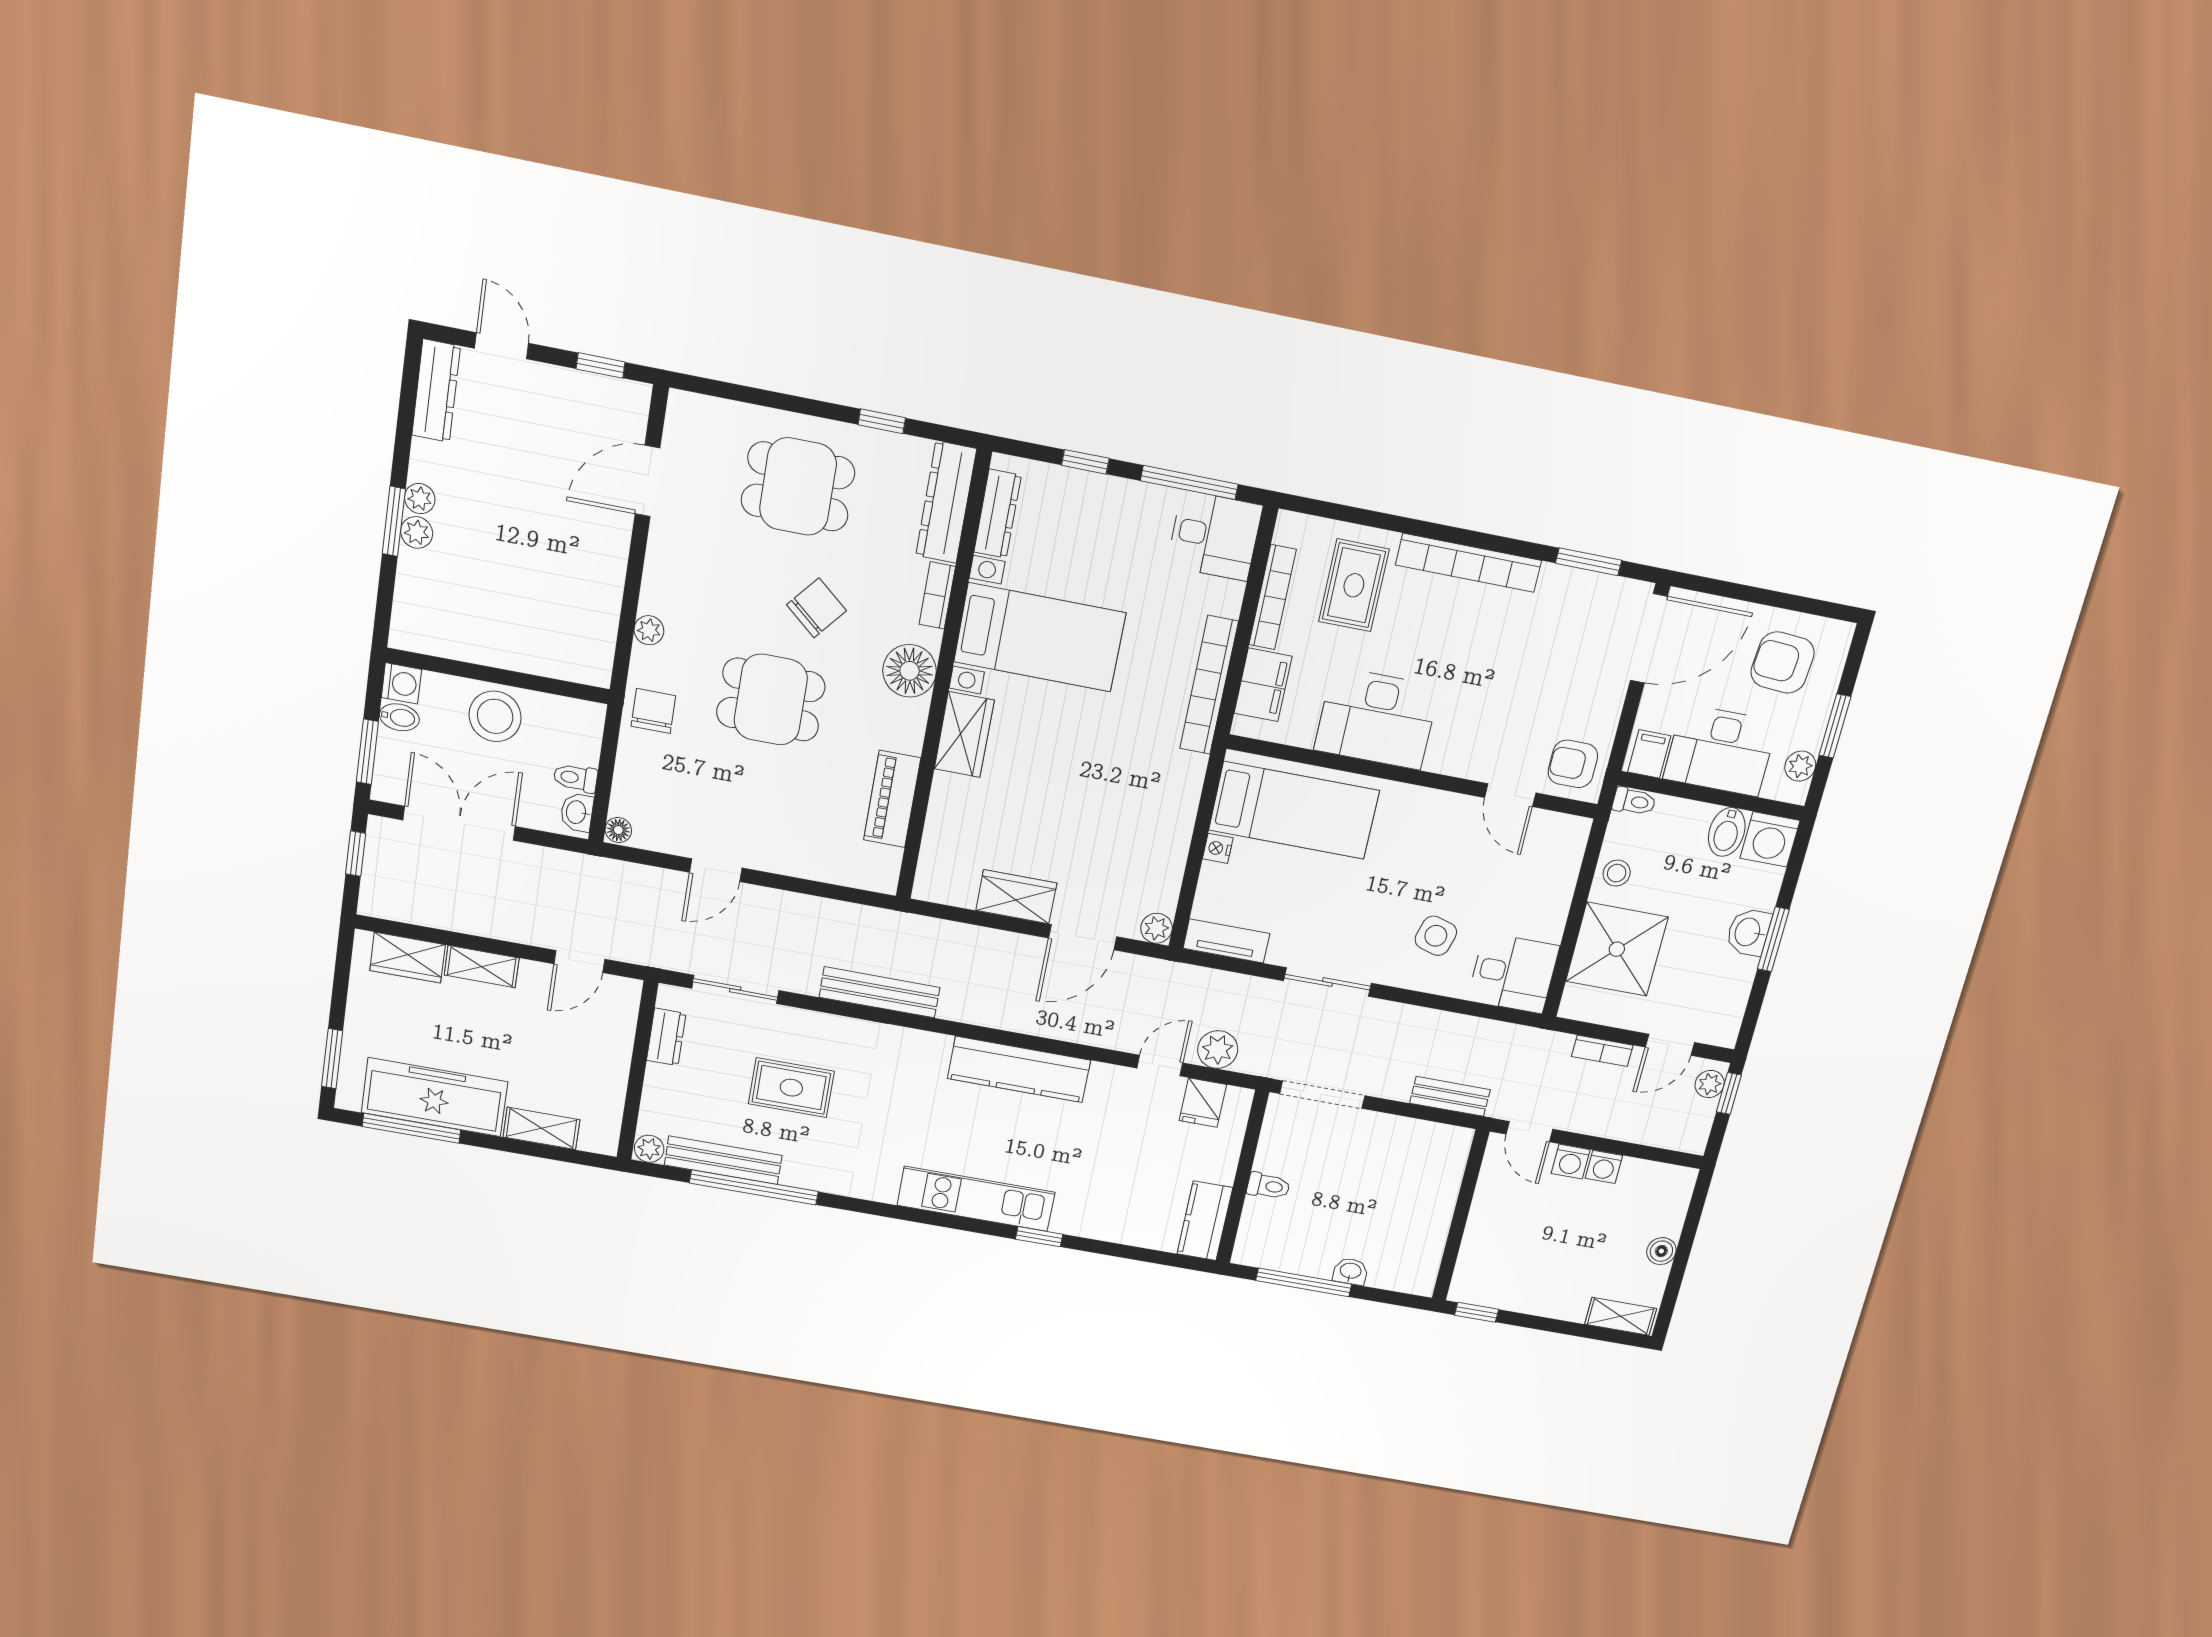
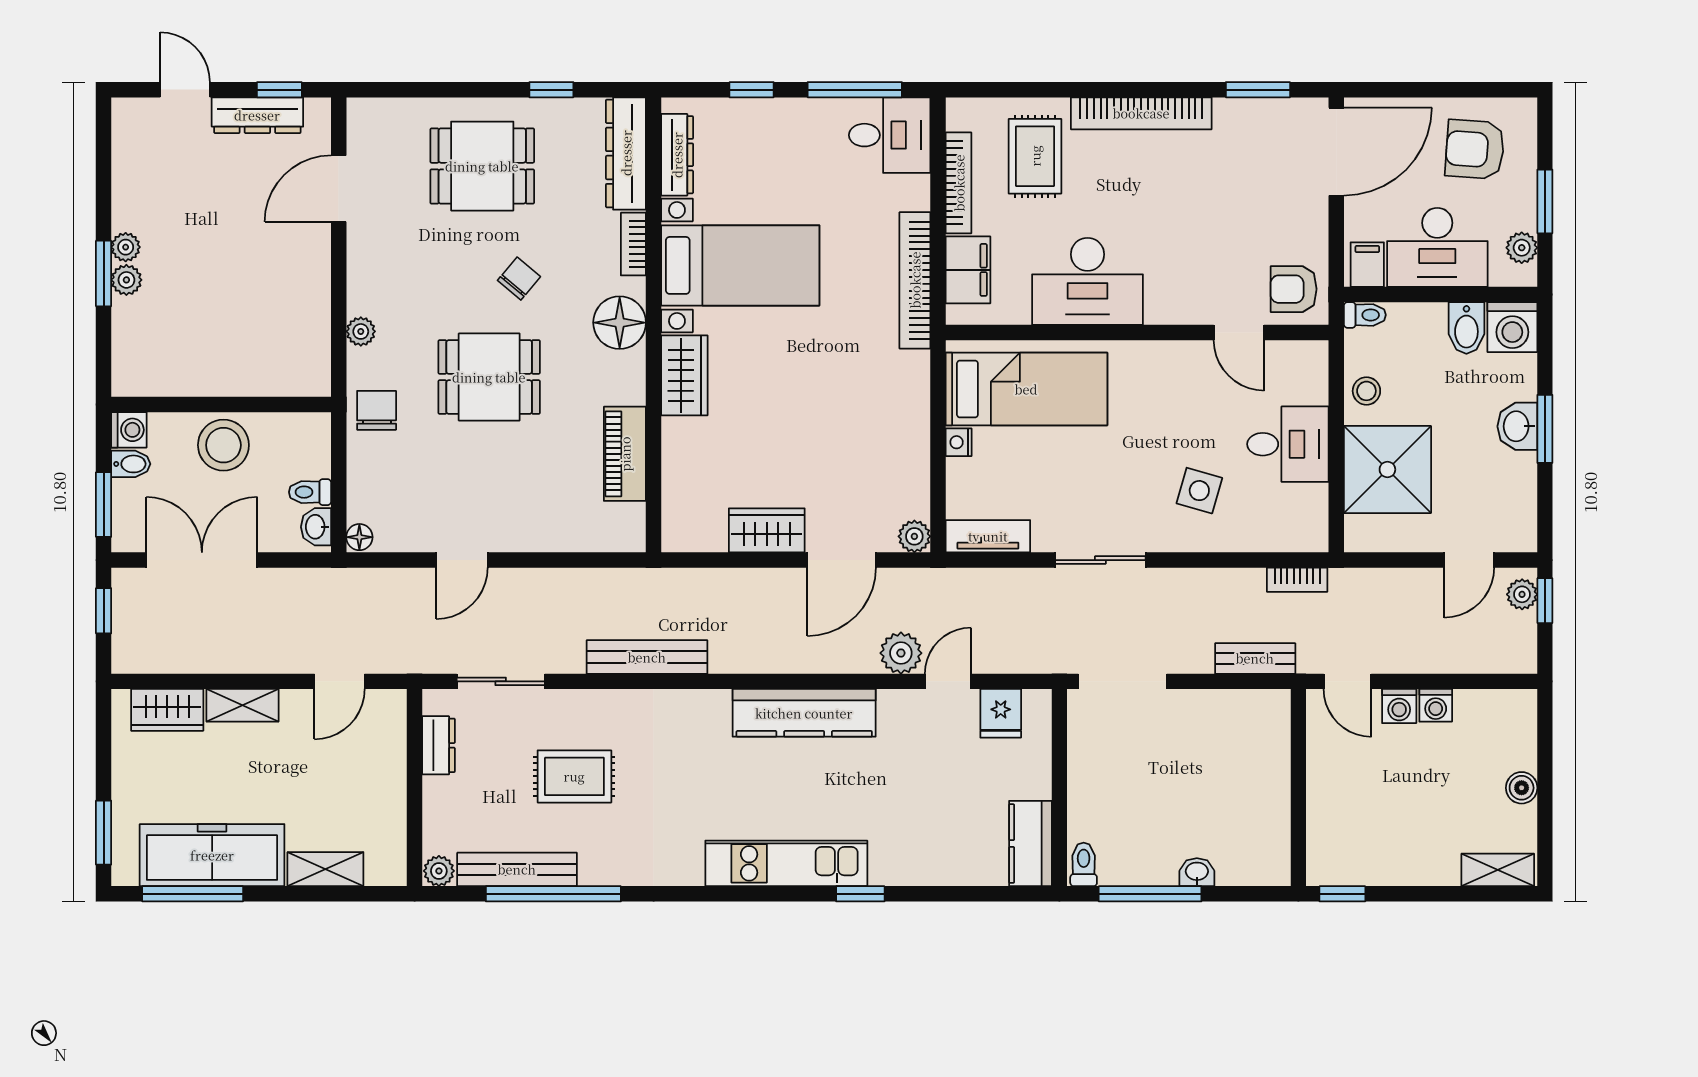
dresser: (436, 391) -> (257, 115), moved, turned 90
chair: (817, 608) -> (519, 279), width x0.73, depth x0.73
desk: (1513, 973) -> (1288, 444), moved
plant: (1218, 1050) -> (901, 653), moved
bookcase: (1602, 1051) -> (1297, 580), moved
toilet: (1268, 1186) -> (1084, 864), moved, turned -90

